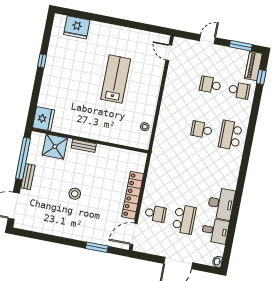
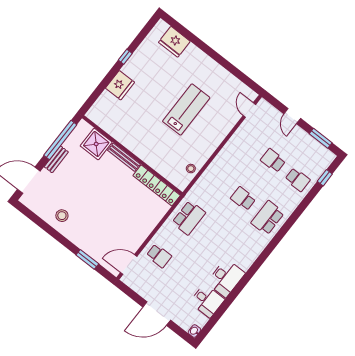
door: (207, 39) -> (292, 116), swing flipped
piano: (253, 66) -> (323, 164), removed
fridge: (44, 119) -> (120, 85), moved
bench: (84, 146) -> (124, 157), width x1.36
stool: (75, 194) -> (62, 216), moved
locker: (133, 195) -> (157, 185), moved, turned -90
school desk: (184, 219) -> (189, 218), moved

